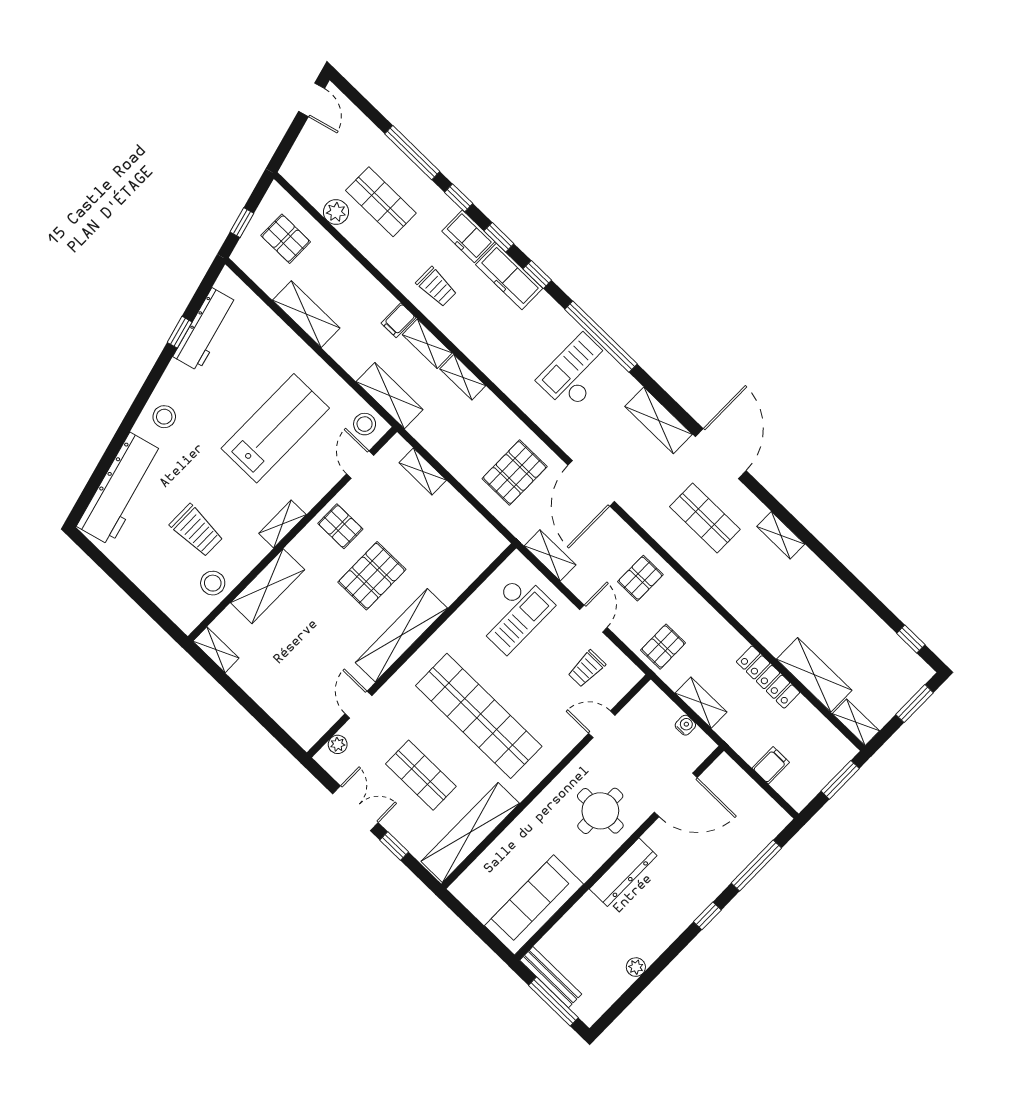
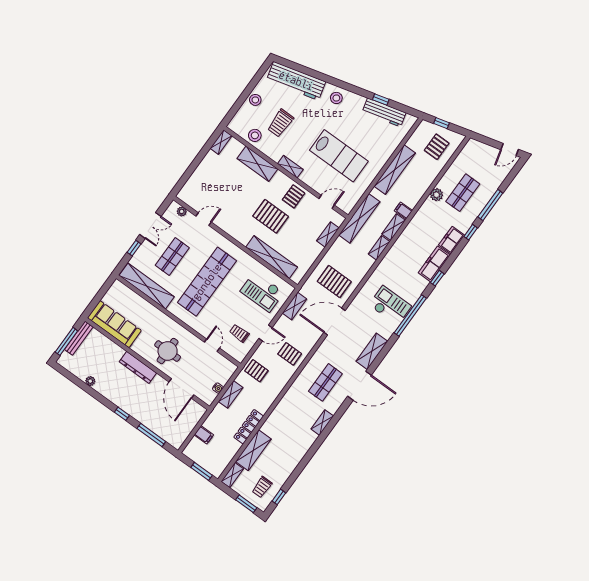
plant: (336, 212) -> (437, 195), moved
window: (499, 237) -> (454, 256), removed
trolley: (436, 287) -> (262, 487), moved
shelving: (306, 314) -> (395, 170), width x1.47
shelving: (390, 396) -> (359, 218), width x1.47
stool: (365, 424) -> (255, 100), moved
shelving: (401, 635) -> (272, 257), moved

